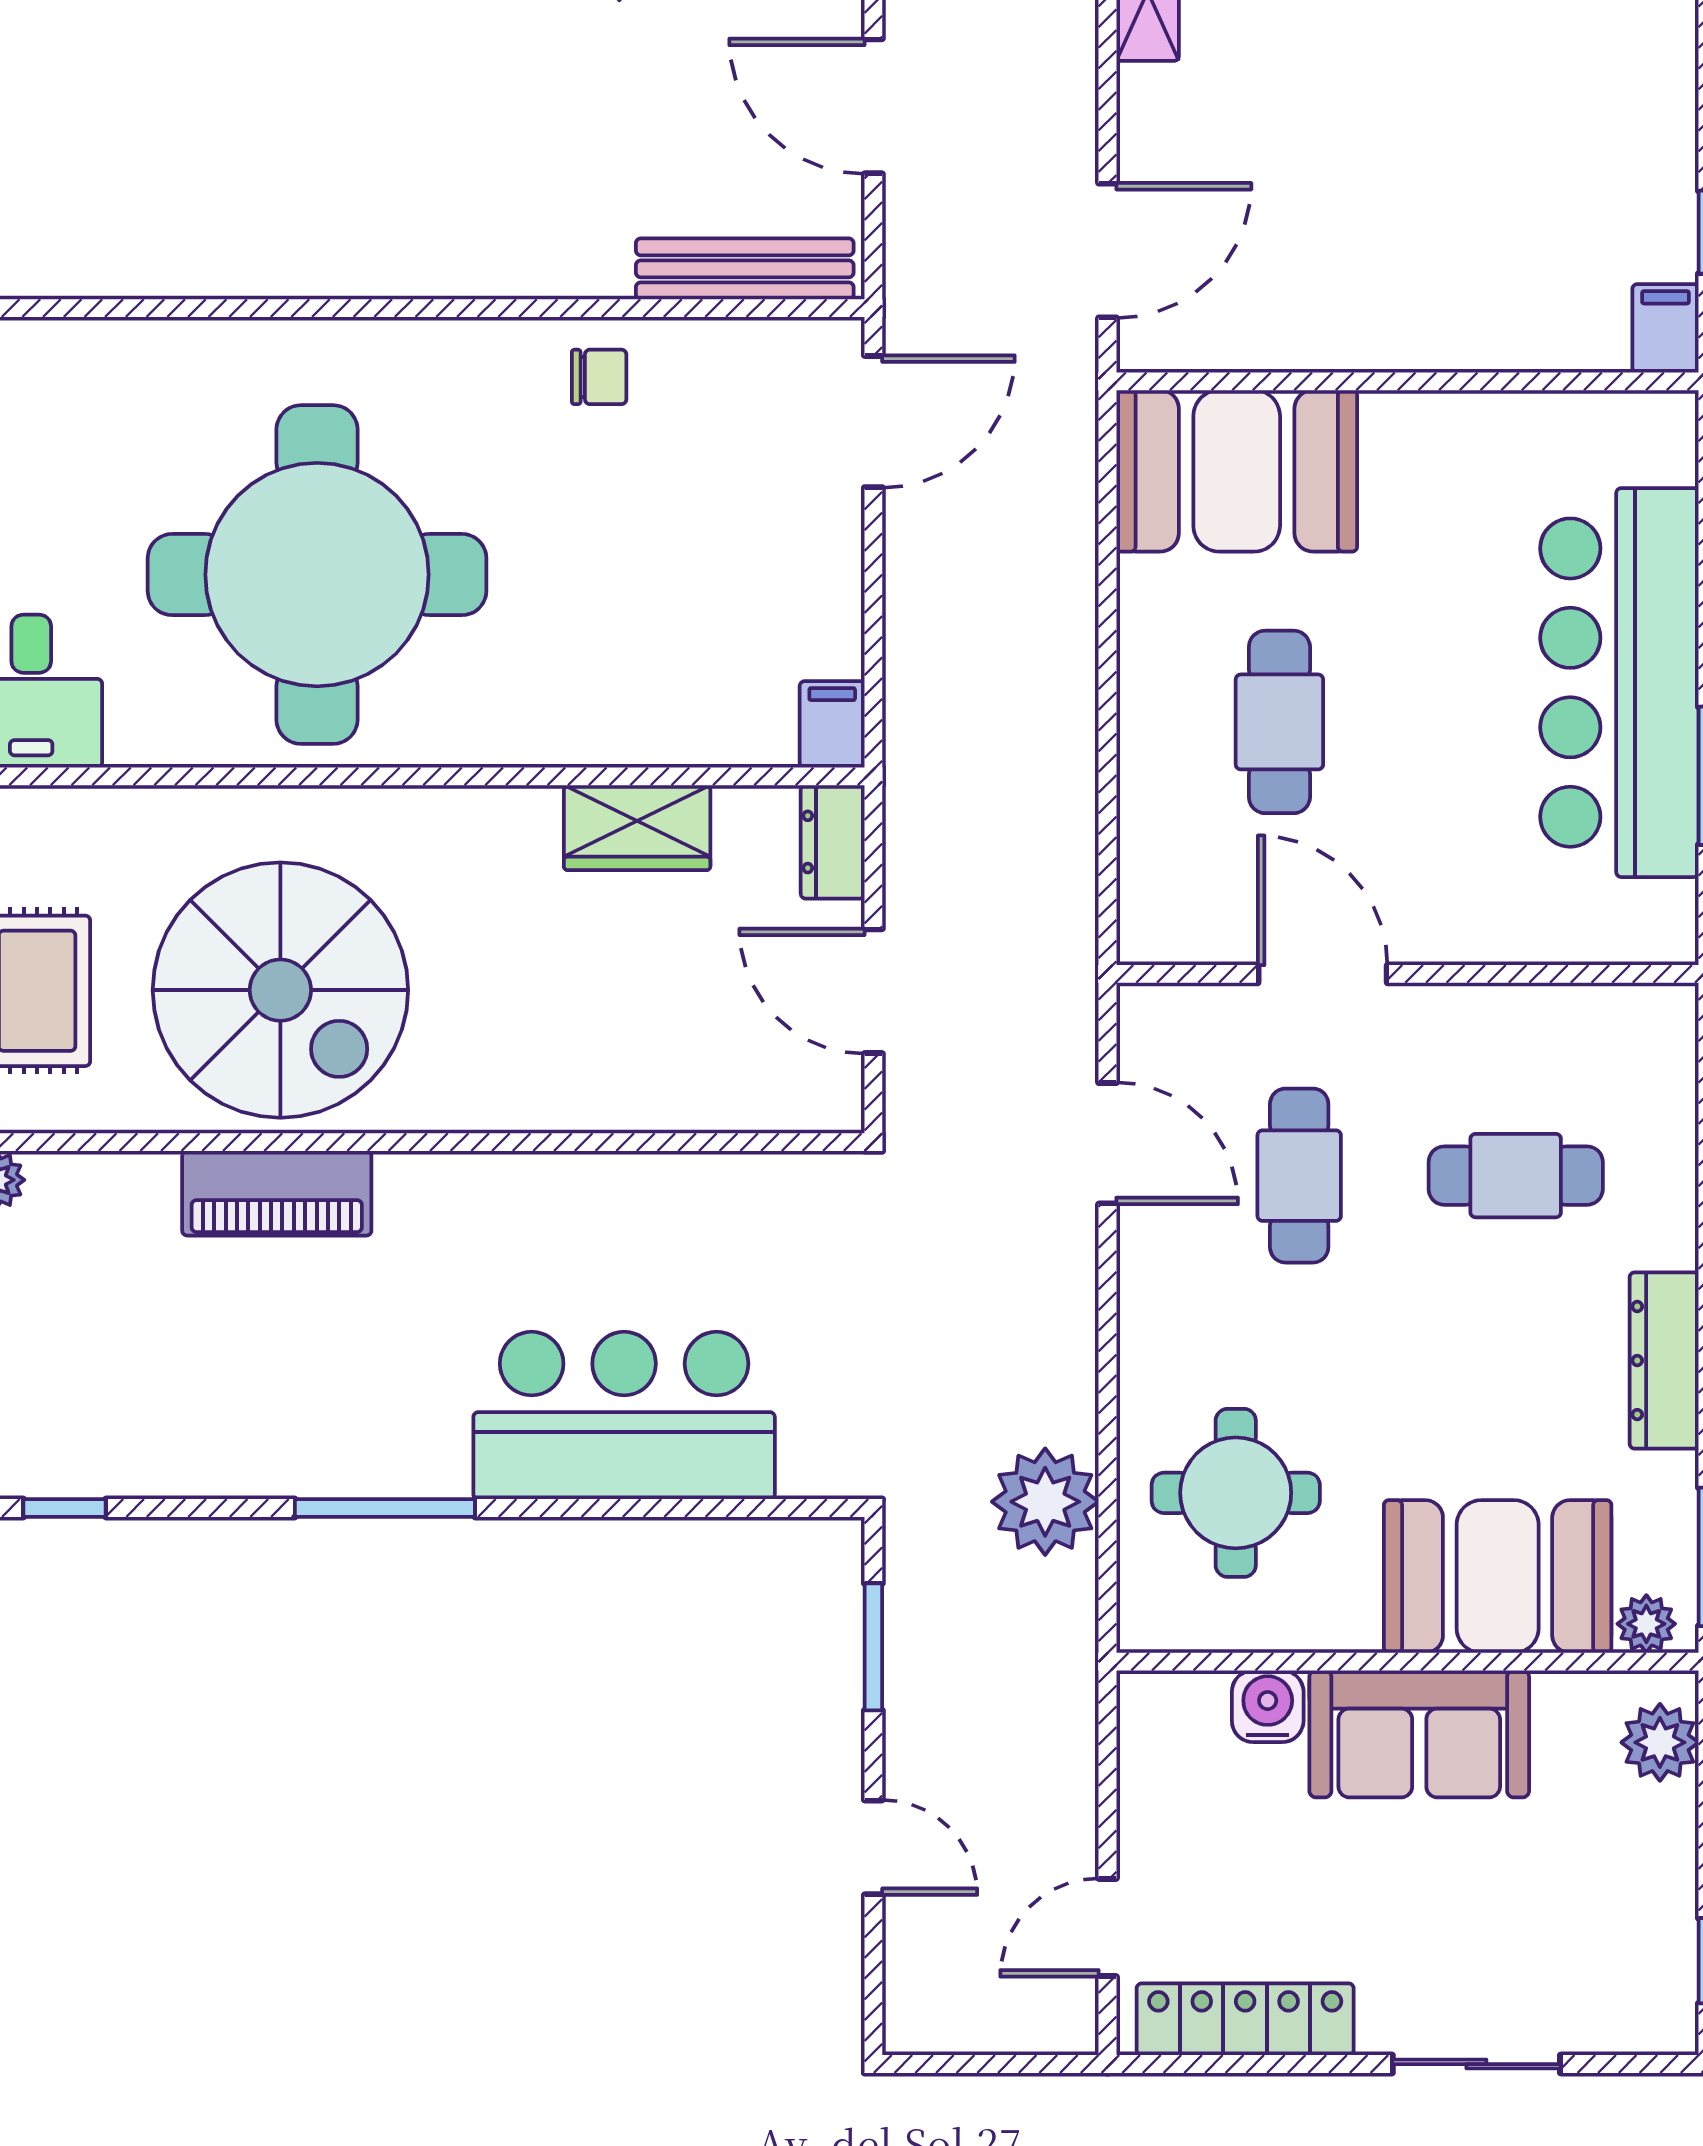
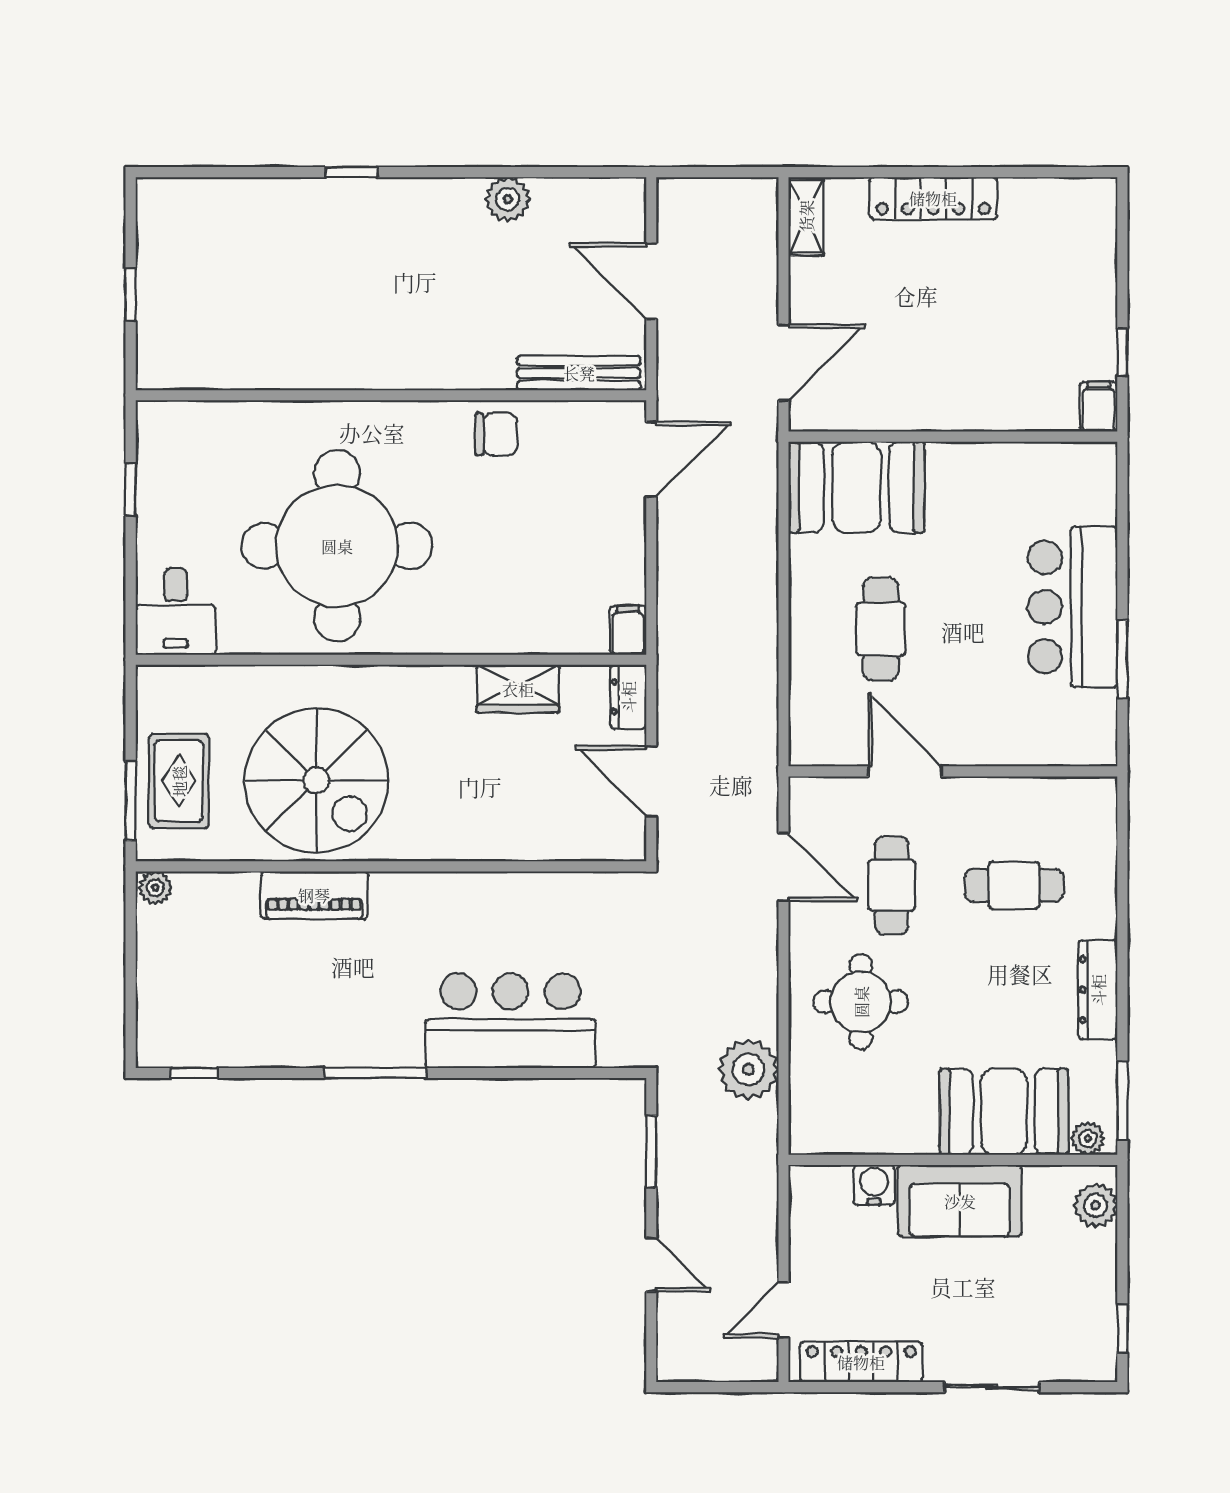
chair: (599, 377) -> (496, 434), width x1.37, depth x1.37
bar counter: (1619, 683) -> (1073, 607), width x0.73
round table: (1236, 1493) -> (861, 1002), moved

